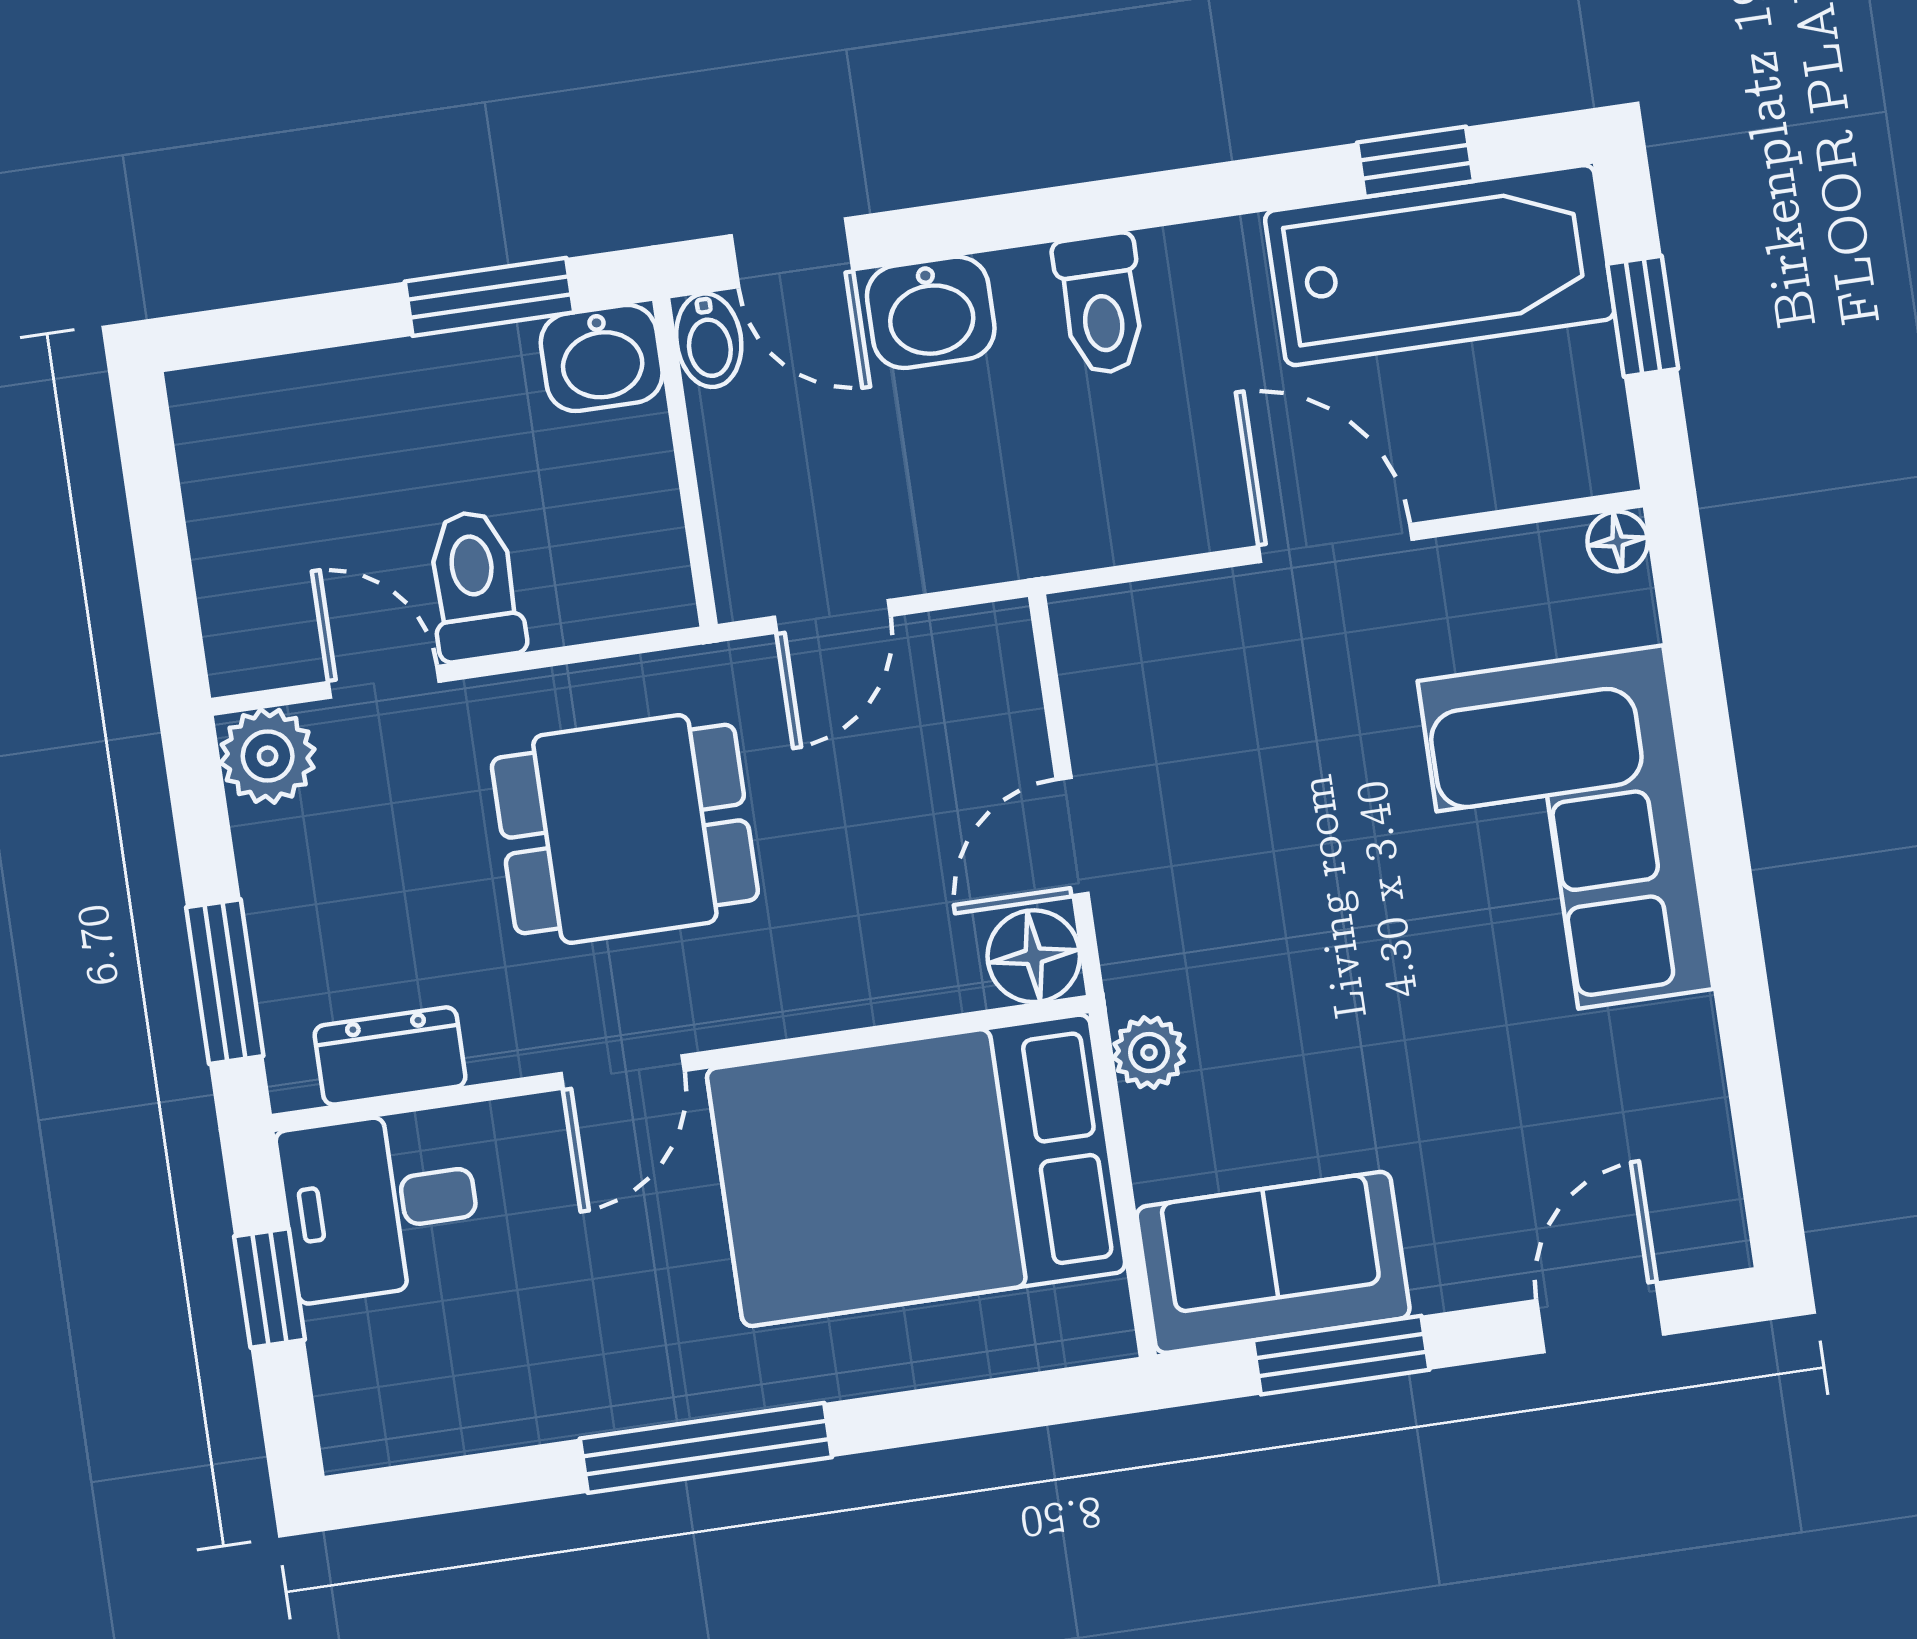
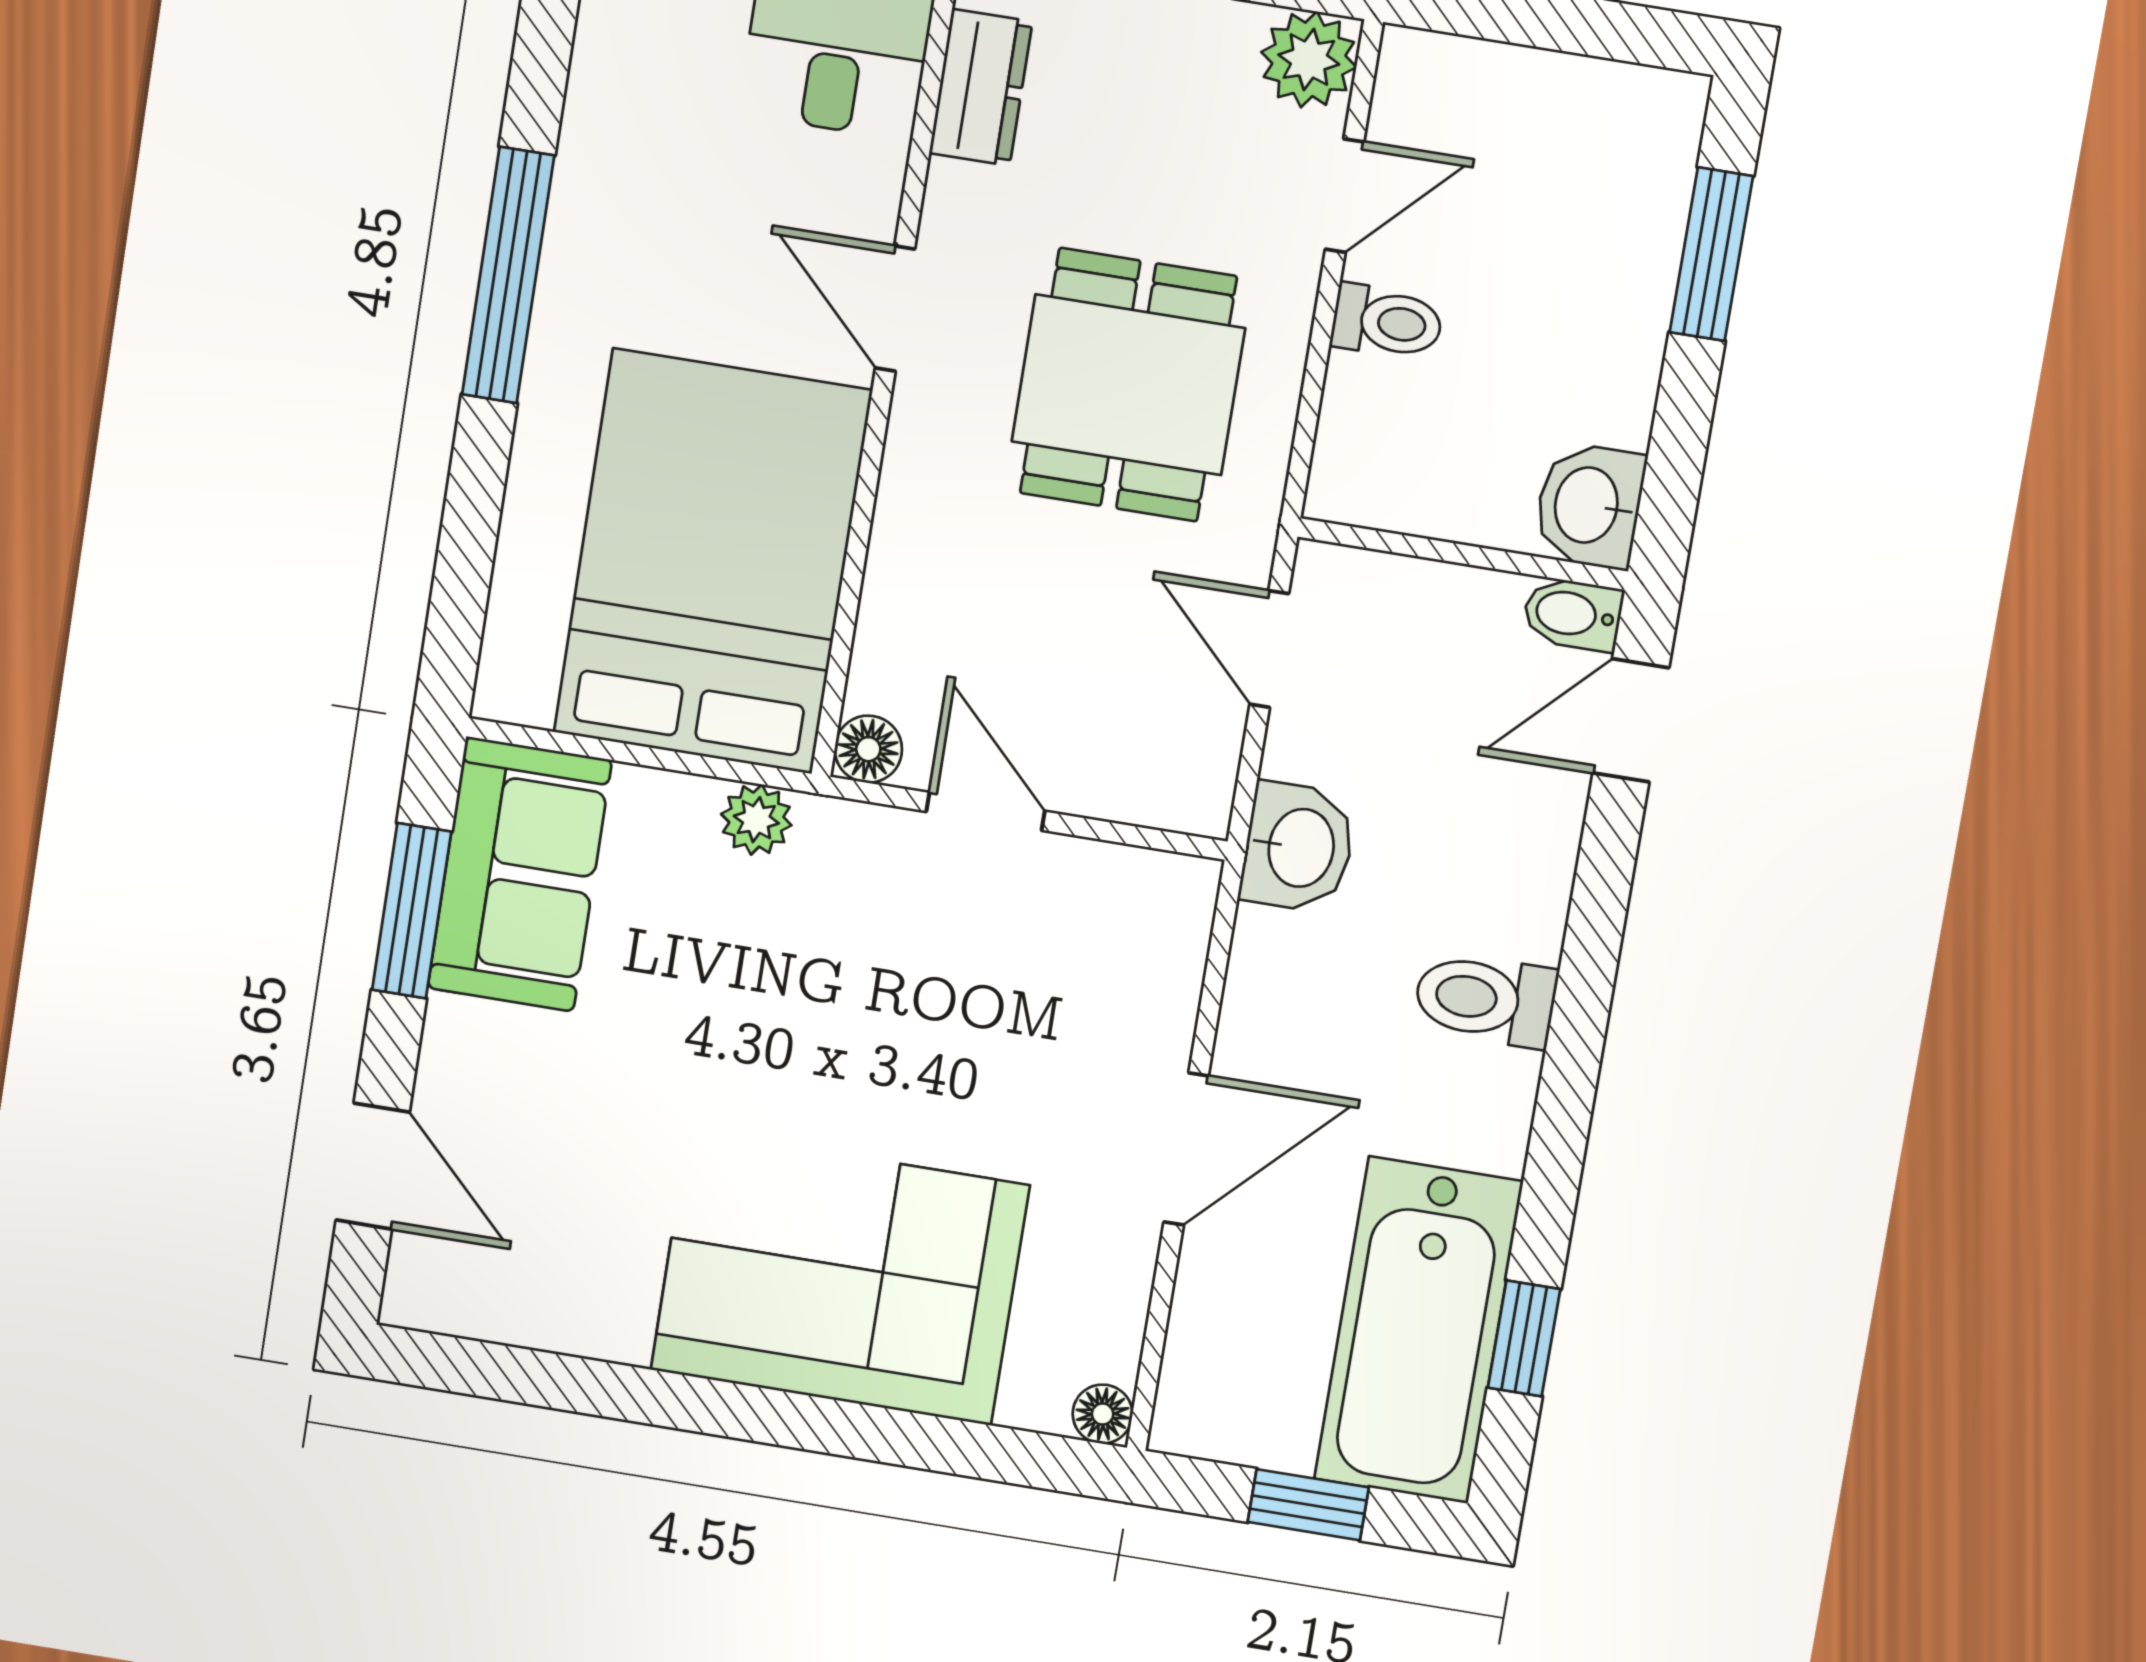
window: (489, 297) -> (1711, 254), moved
washbasin: (931, 312) -> (1298, 847), moved, turned 180
toilet: (474, 586) -> (1387, 322), width x0.73, depth x0.72
floor lamp: (1034, 956) -> (868, 749), width x0.73, depth x0.73

